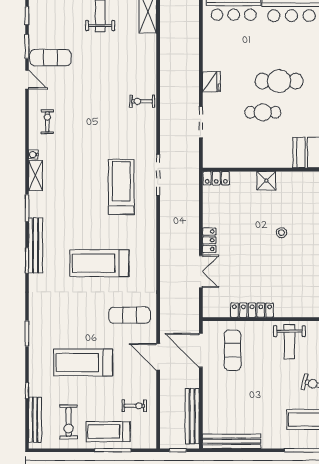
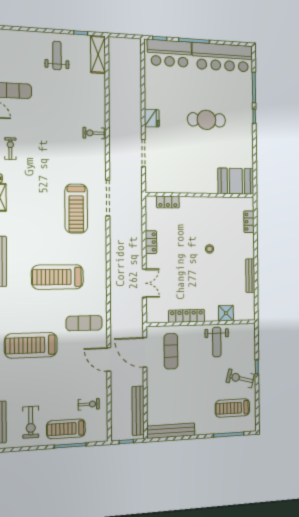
cafe table: (263, 112) -> (194, 146), removed
locker: (216, 178) -> (168, 202), moved
shower: (266, 181) -> (226, 313), moved
treadmill: (121, 187) -> (76, 209), turned 180
locker: (209, 240) -> (151, 242), moved
treadmill: (83, 362) -> (31, 345), moved

